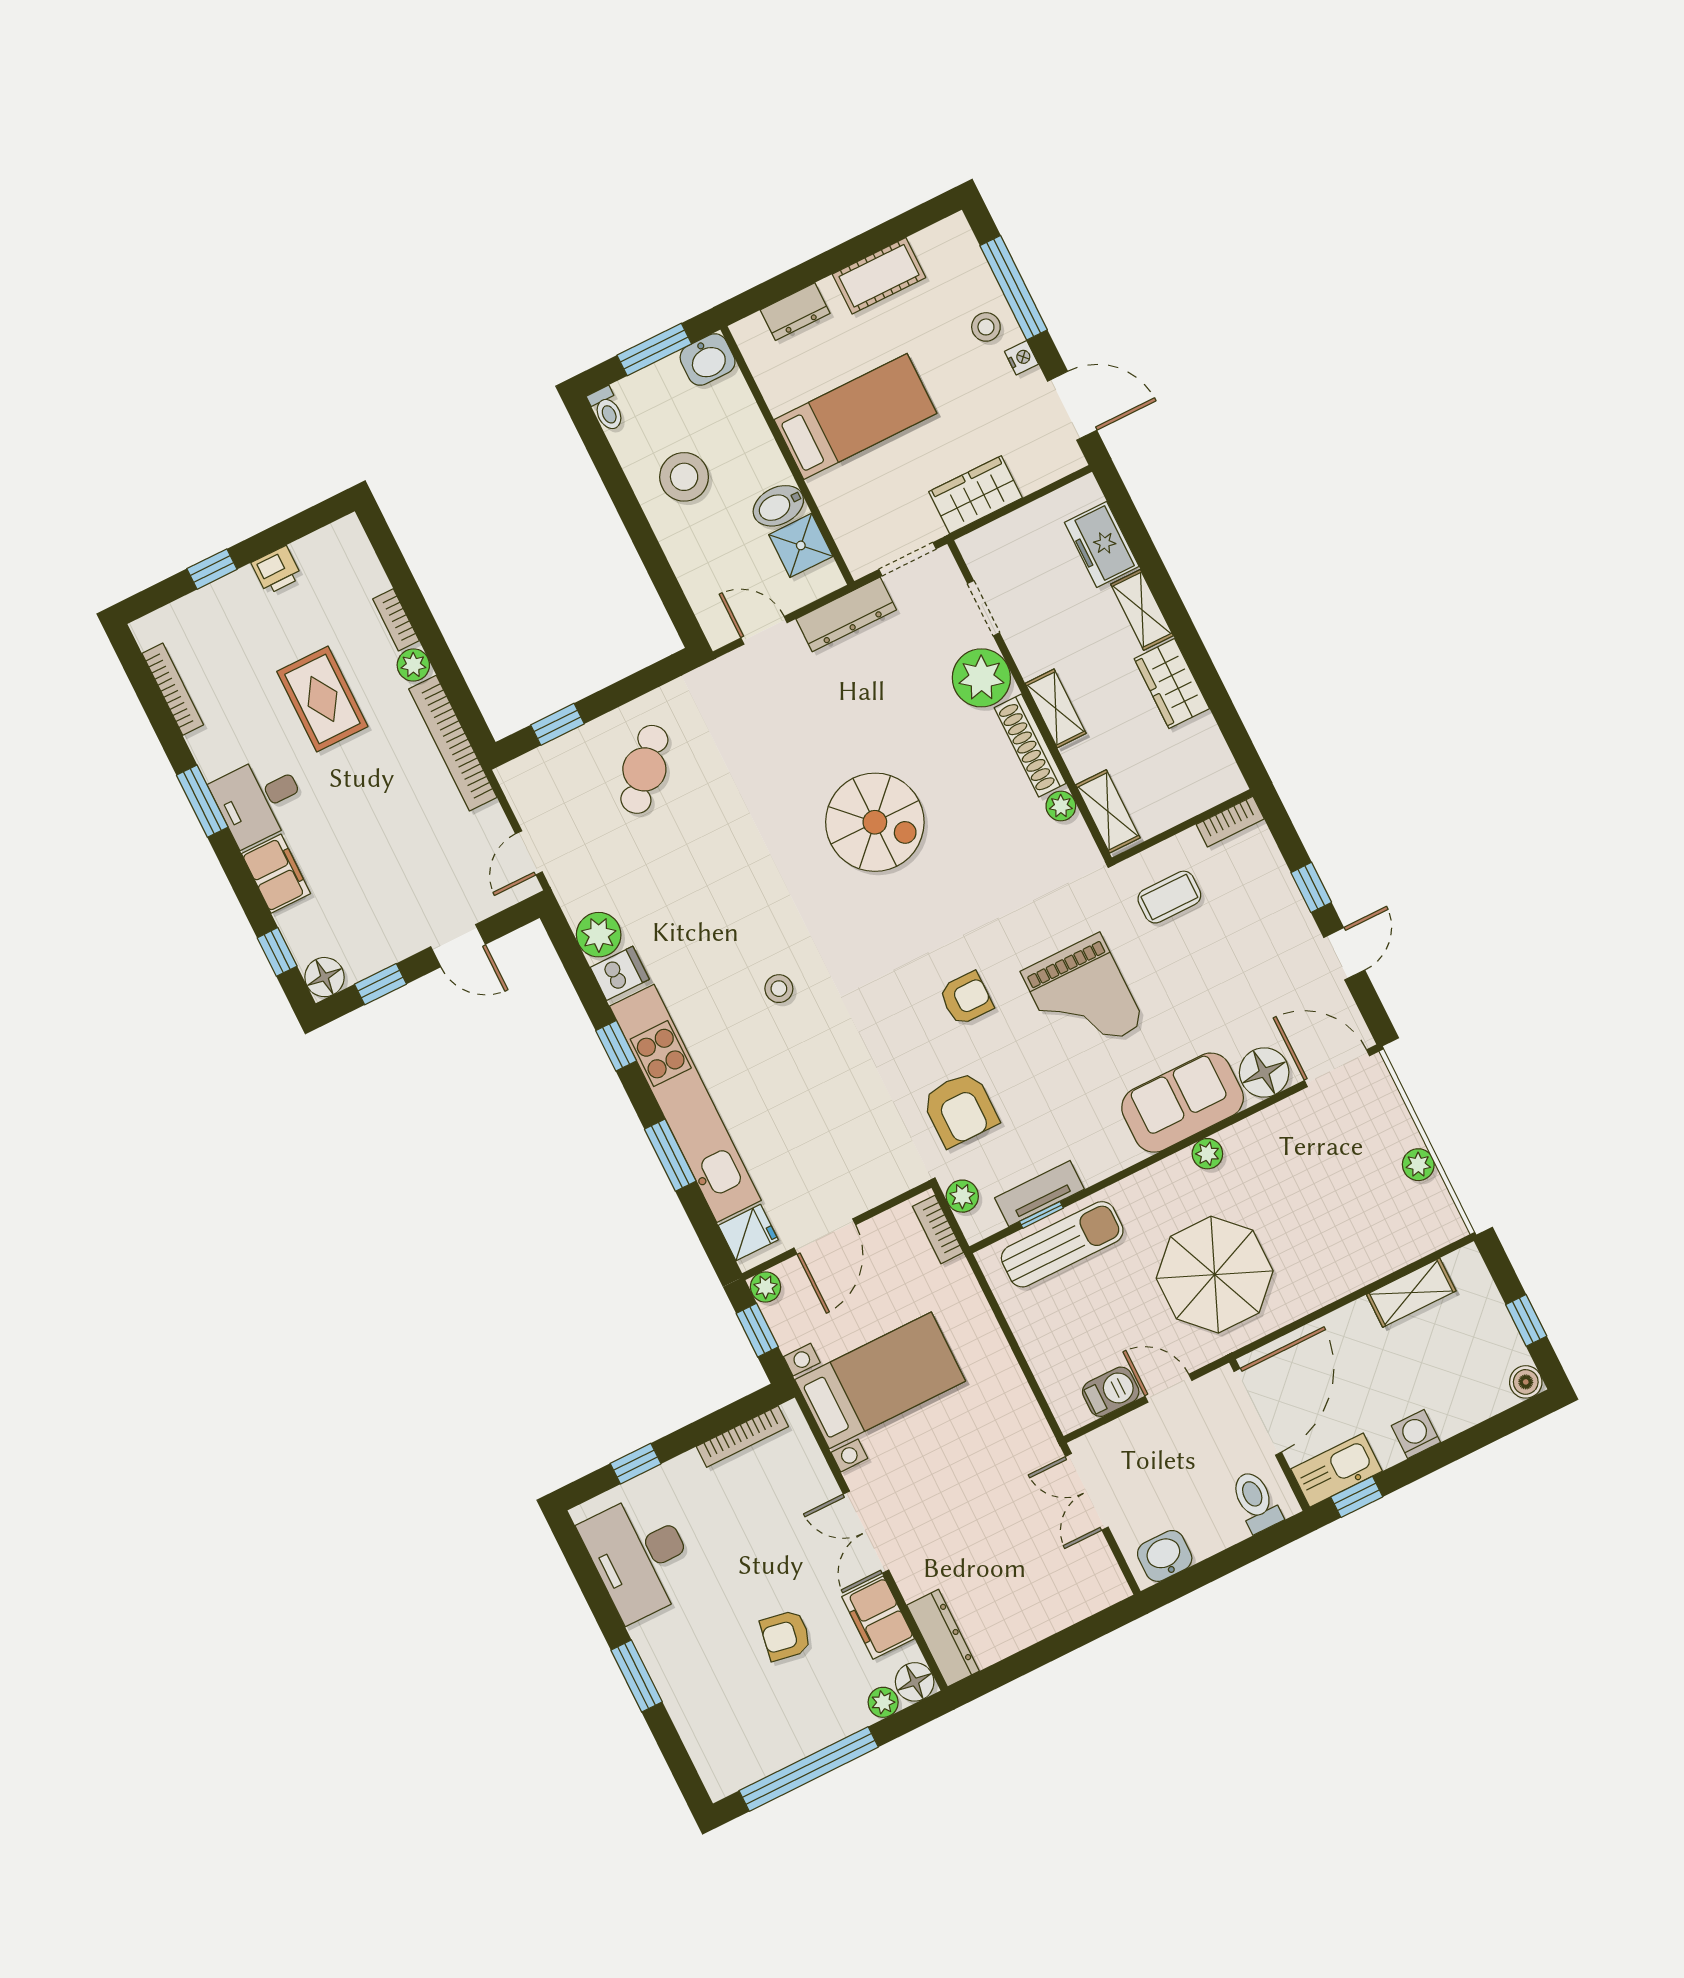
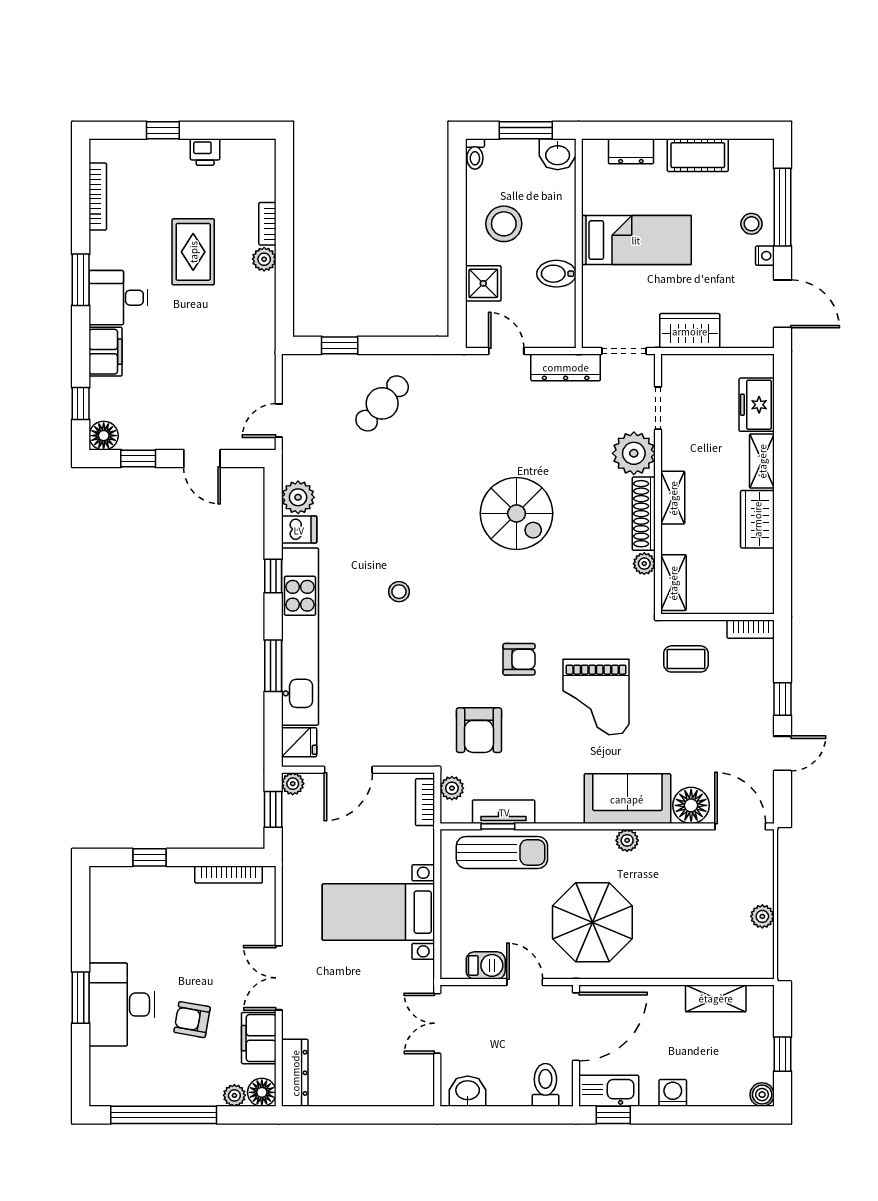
shower: (801, 545) -> (483, 283), moved
bookcase: (453, 743) -> (265, 323), removed
bed with nightstands: (880, 1380) -> (378, 912), moved, turned 180
desk: (640, 1557) -> (122, 1005), moved

